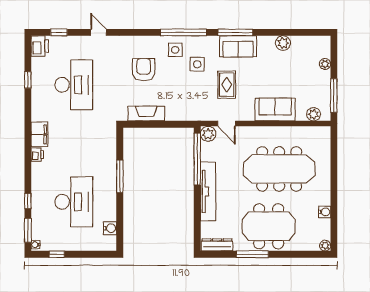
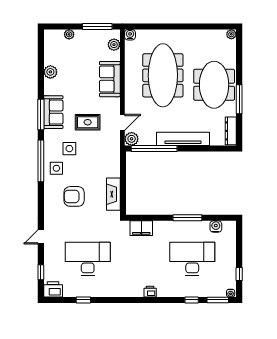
filing cabinet: (39, 134) -> (141, 228), moved, turned 180
window: (120, 176) -> (187, 218), moved
water cooler: (325, 212) -> (130, 35), moved

